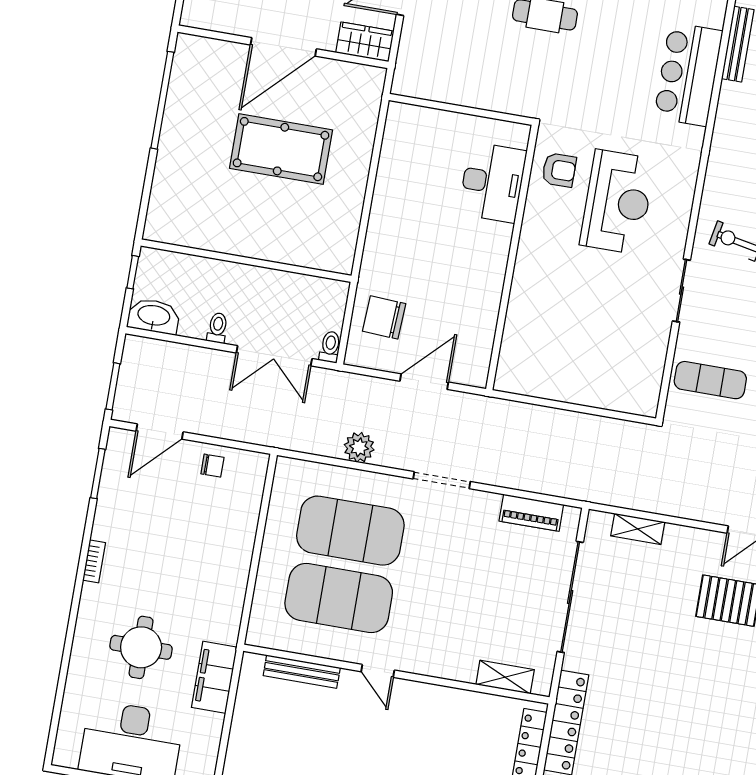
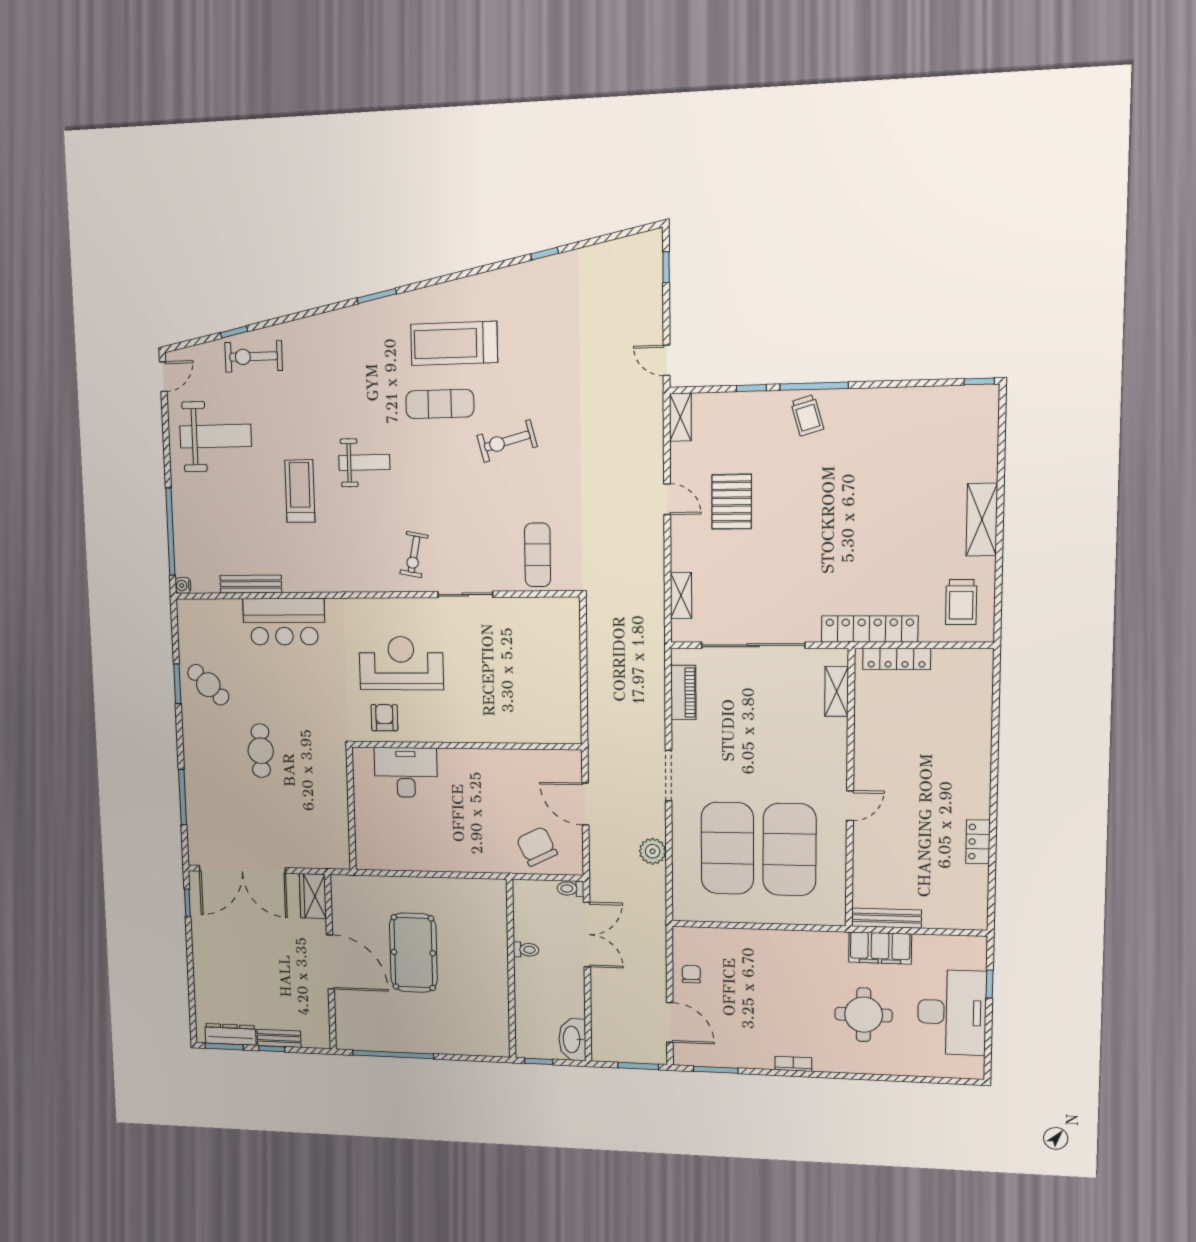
chair: (384, 317) -> (537, 846), turned 151
toilet: (217, 328) -> (526, 950), moved, turned 180
bench: (302, 672) -> (886, 918), moved, turned 90

